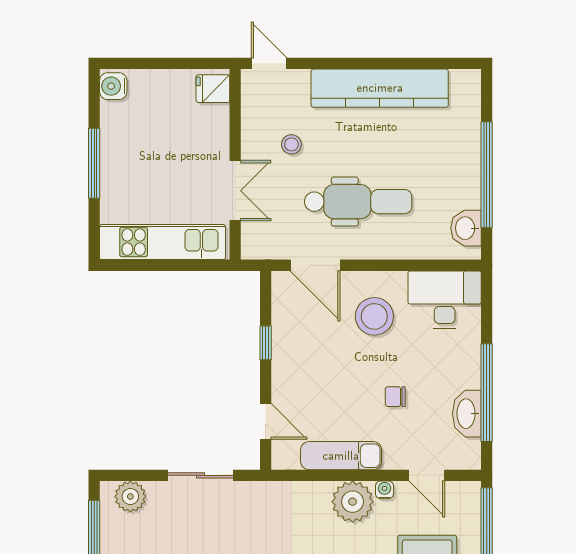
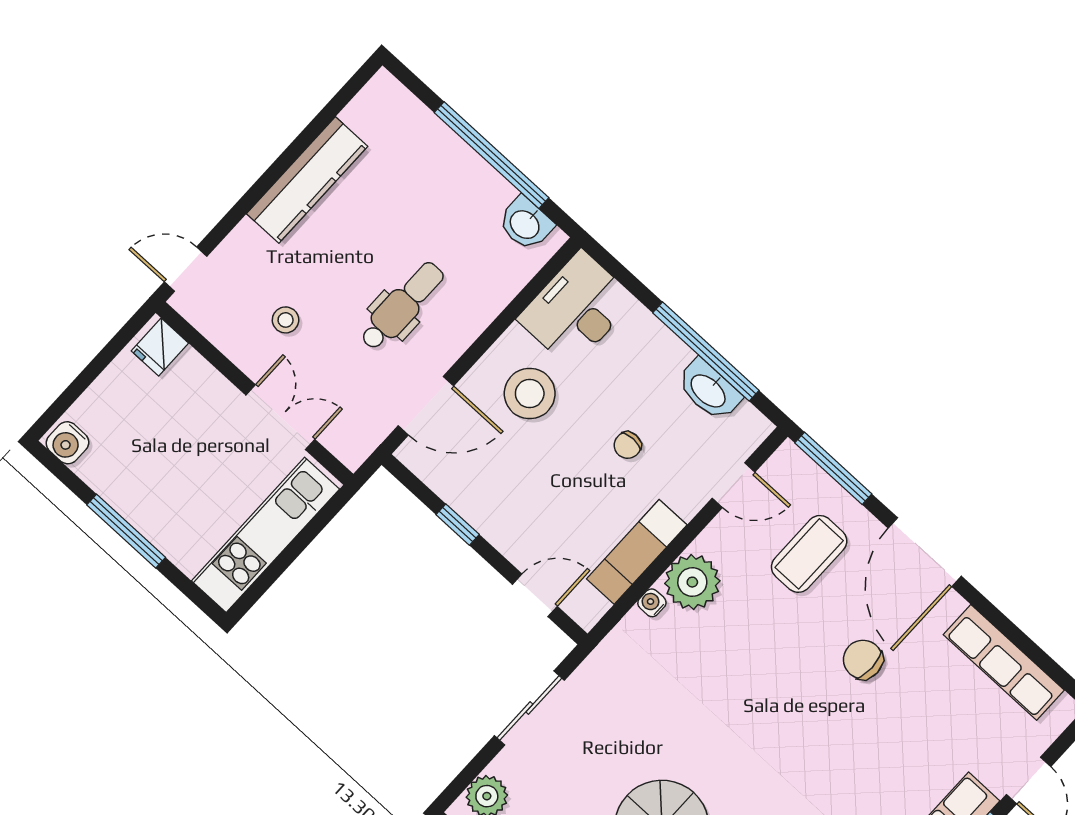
kitchen counter: (380, 88) -> (307, 180), width x0.72, depth x0.86
dental chair: (358, 202) -> (402, 306), width x0.73, depth x0.72
water cooler: (384, 490) -> (652, 603), moved

